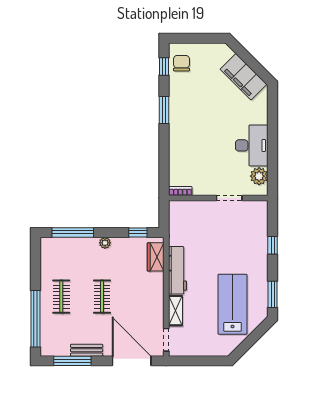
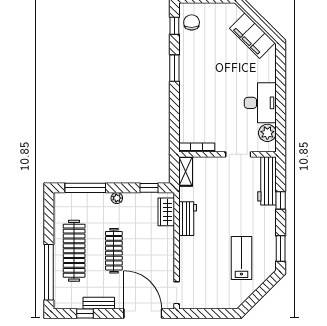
bookcase: (180, 191) -> (197, 147), width x1.56
workbench: (259, 225) -> (267, 181), added
workbench: (177, 270) -> (188, 219), width x0.73
clothes rail: (61, 297) -> (74, 251), width x1.86, depth x1.31
clothes rail: (102, 297) -> (114, 251), width x1.36
lab bench: (233, 304) -> (241, 258), width x0.73, depth x0.72
shelving: (175, 311) -> (186, 171), moved
window: (72, 361) -> (85, 313), width x0.46

